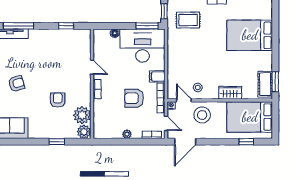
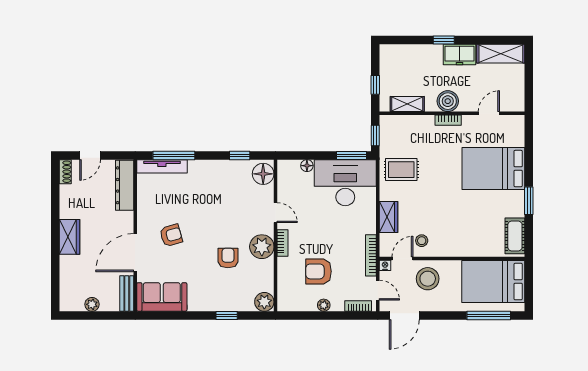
rug: (188, 20) -> (401, 170), moved
floor lamp: (83, 39) -> (263, 174), added
filing cabinet: (157, 76) -> (366, 225), removed
window: (275, 82) -> (529, 201), moved
wardrobe: (230, 93) -> (388, 217), moved, turned 90
armchair: (134, 98) -> (318, 271), moved
door: (184, 100) -> (403, 259), hinge flipped
plant: (82, 115) -> (262, 247), moved
window: (246, 142) -> (489, 315), width x2.17

